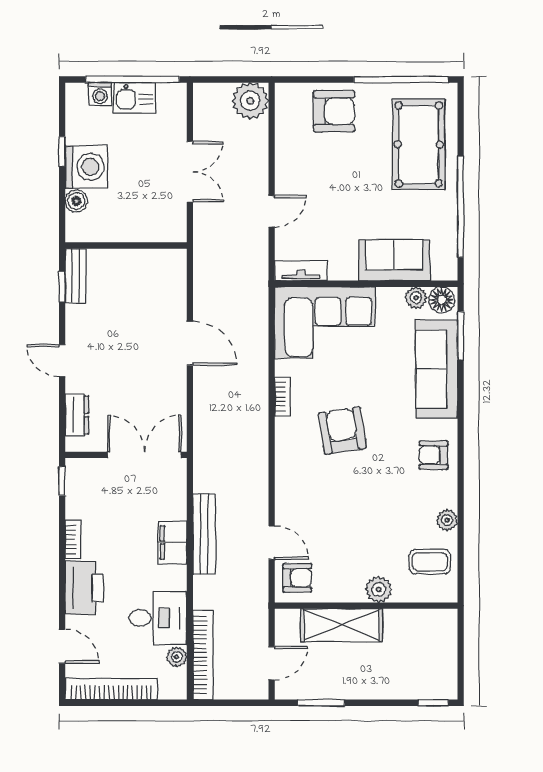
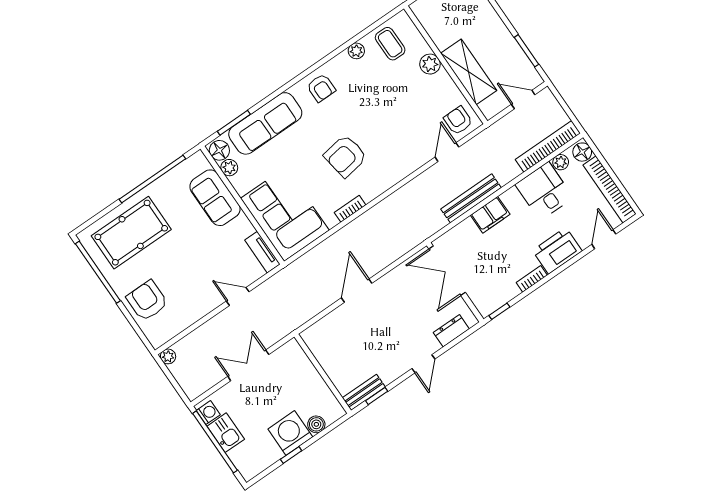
washing machine: (100, 94) -> (208, 413), moved
plant: (250, 101) -> (168, 356), width x0.53, depth x0.53
floor lamp: (172, 688) -> (582, 152), added

